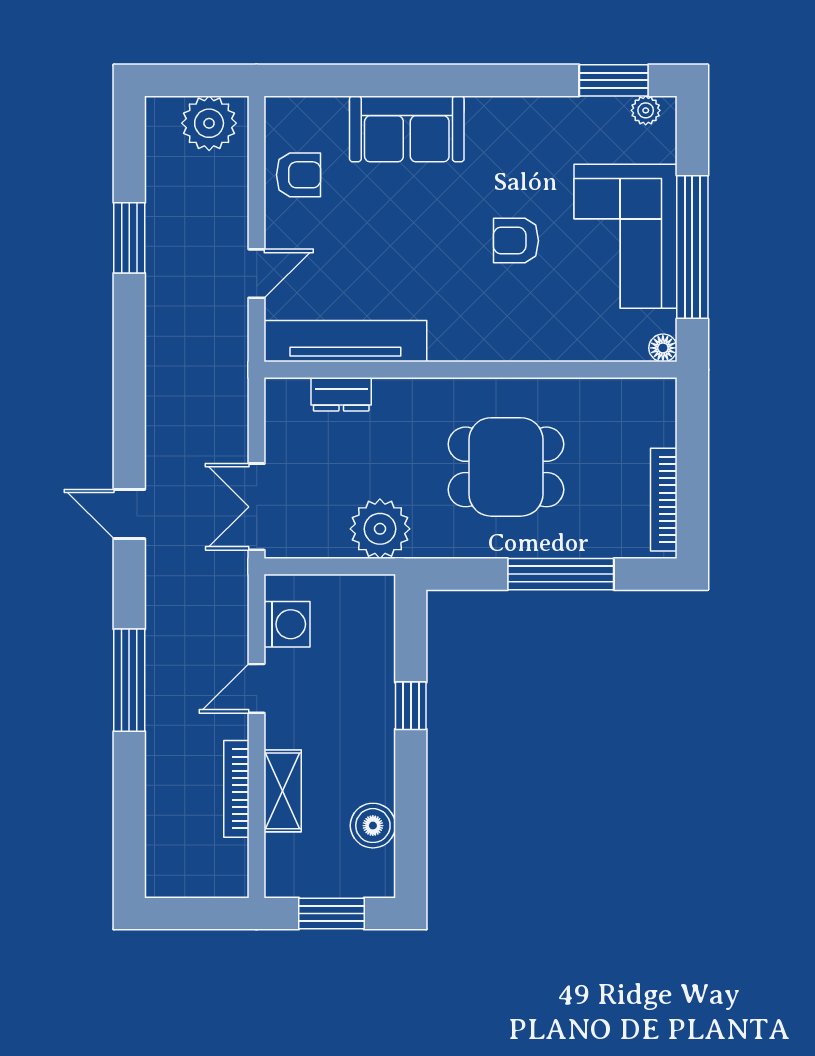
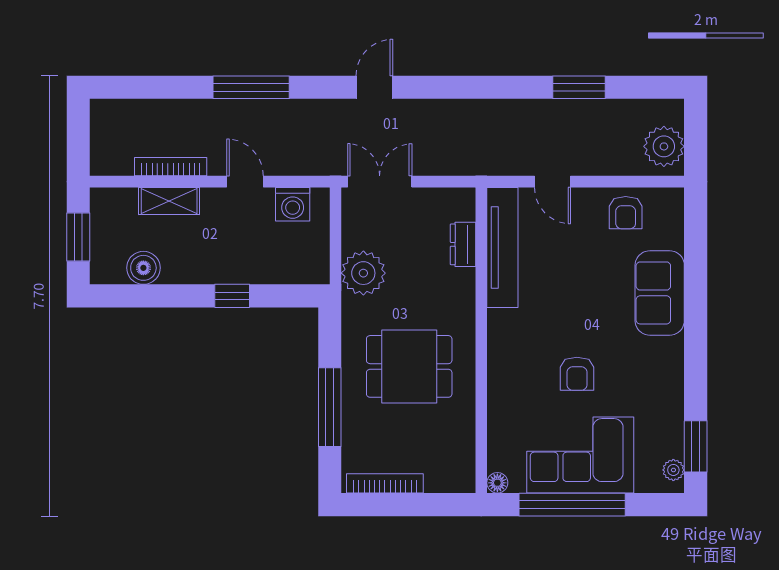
armchair: (516, 241) -> (577, 374), turned 180
dining table: (506, 467) -> (409, 366), turned 90

